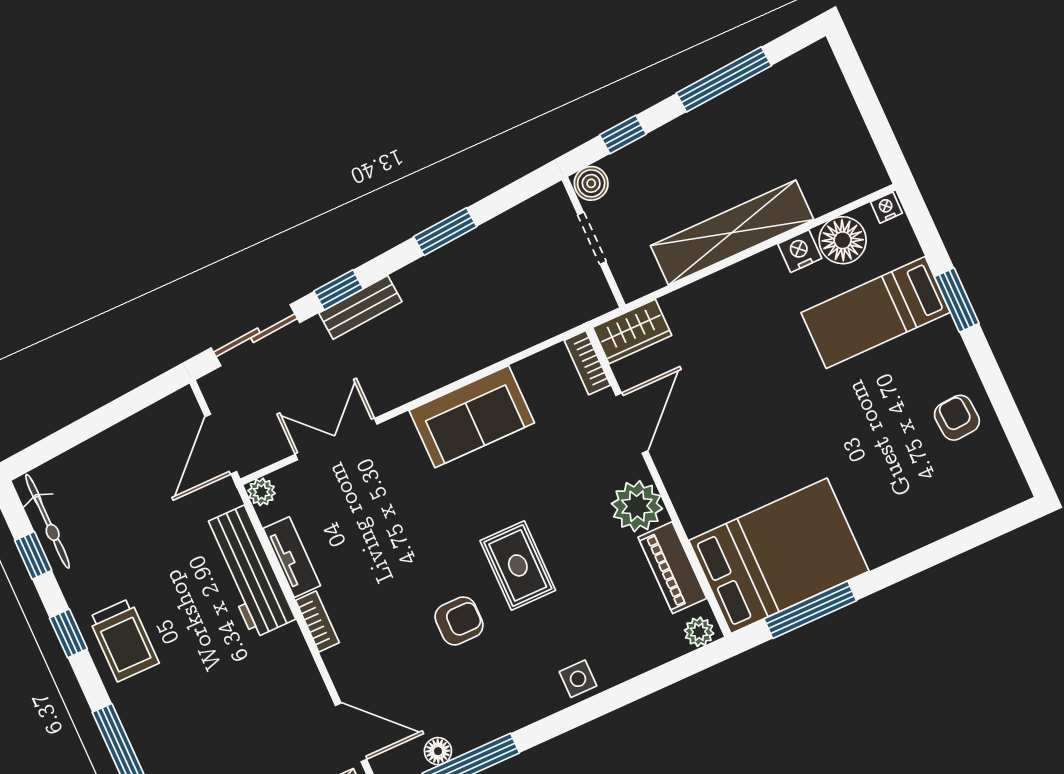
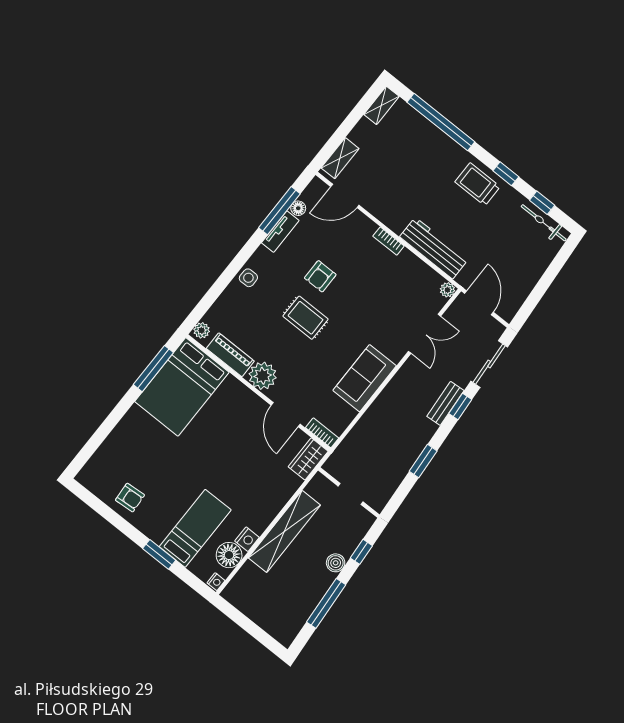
boiler: (591, 183) -> (336, 563), moved
tv unit: (292, 557) -> (280, 232), moved, turned -90

